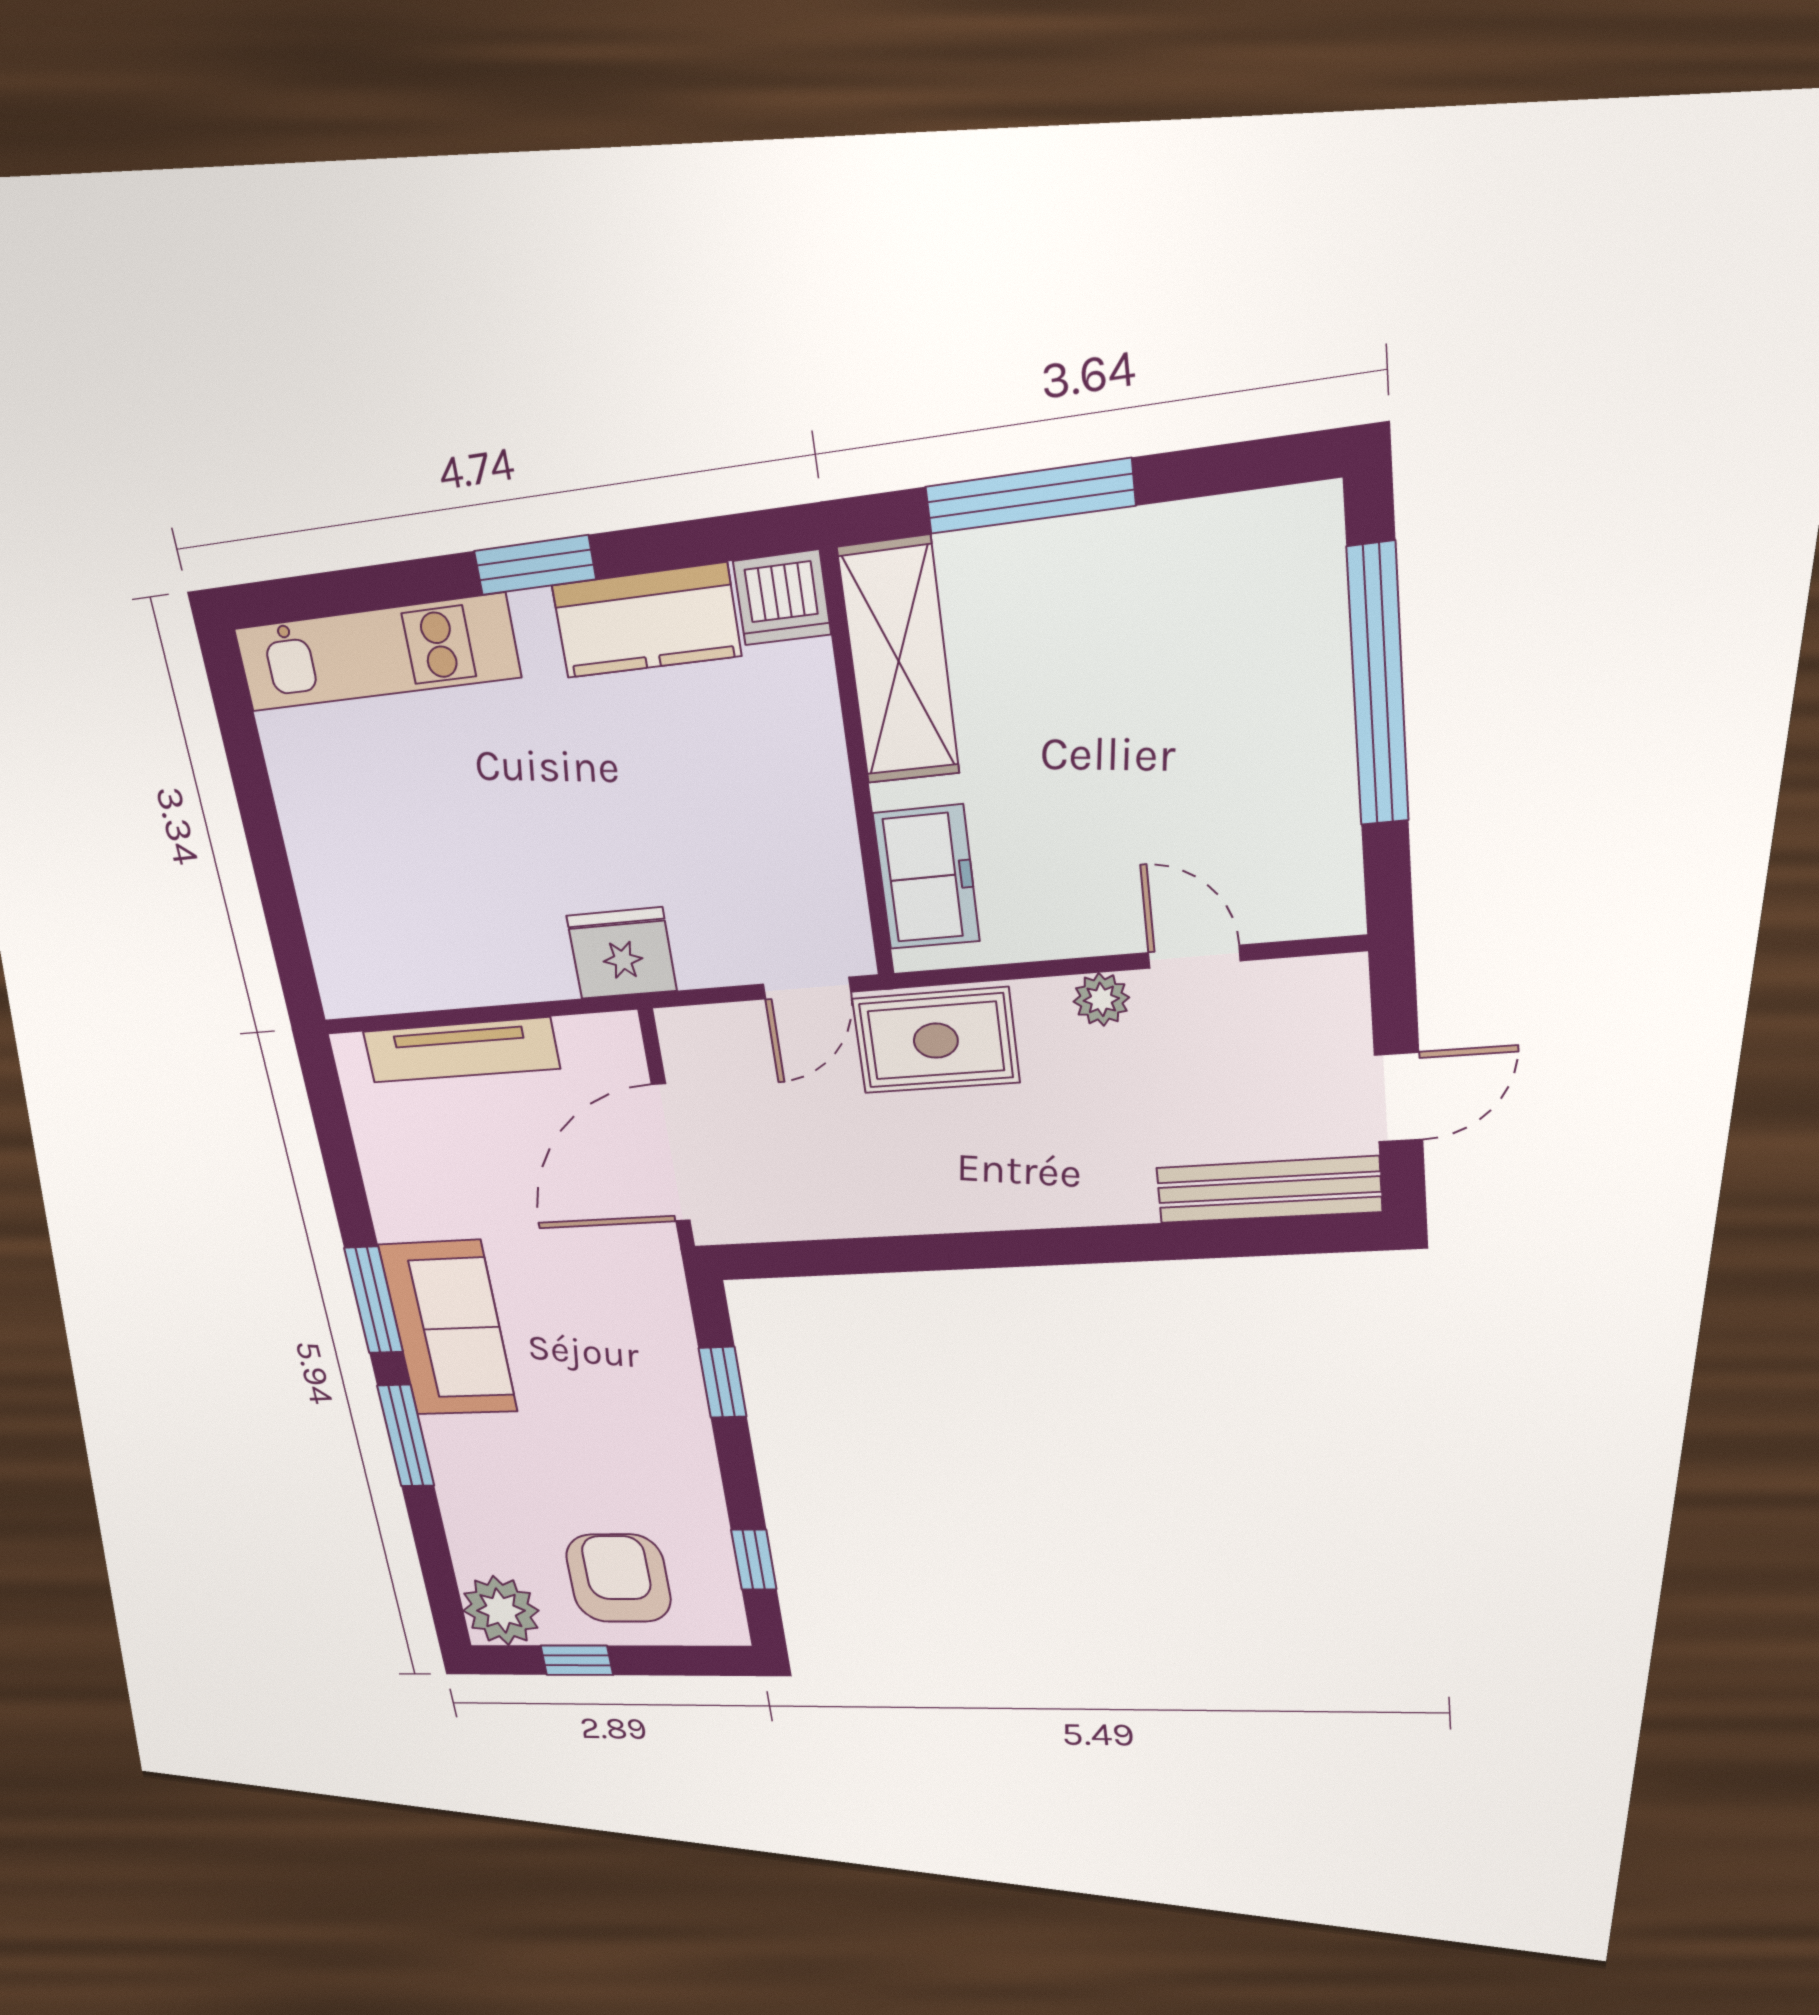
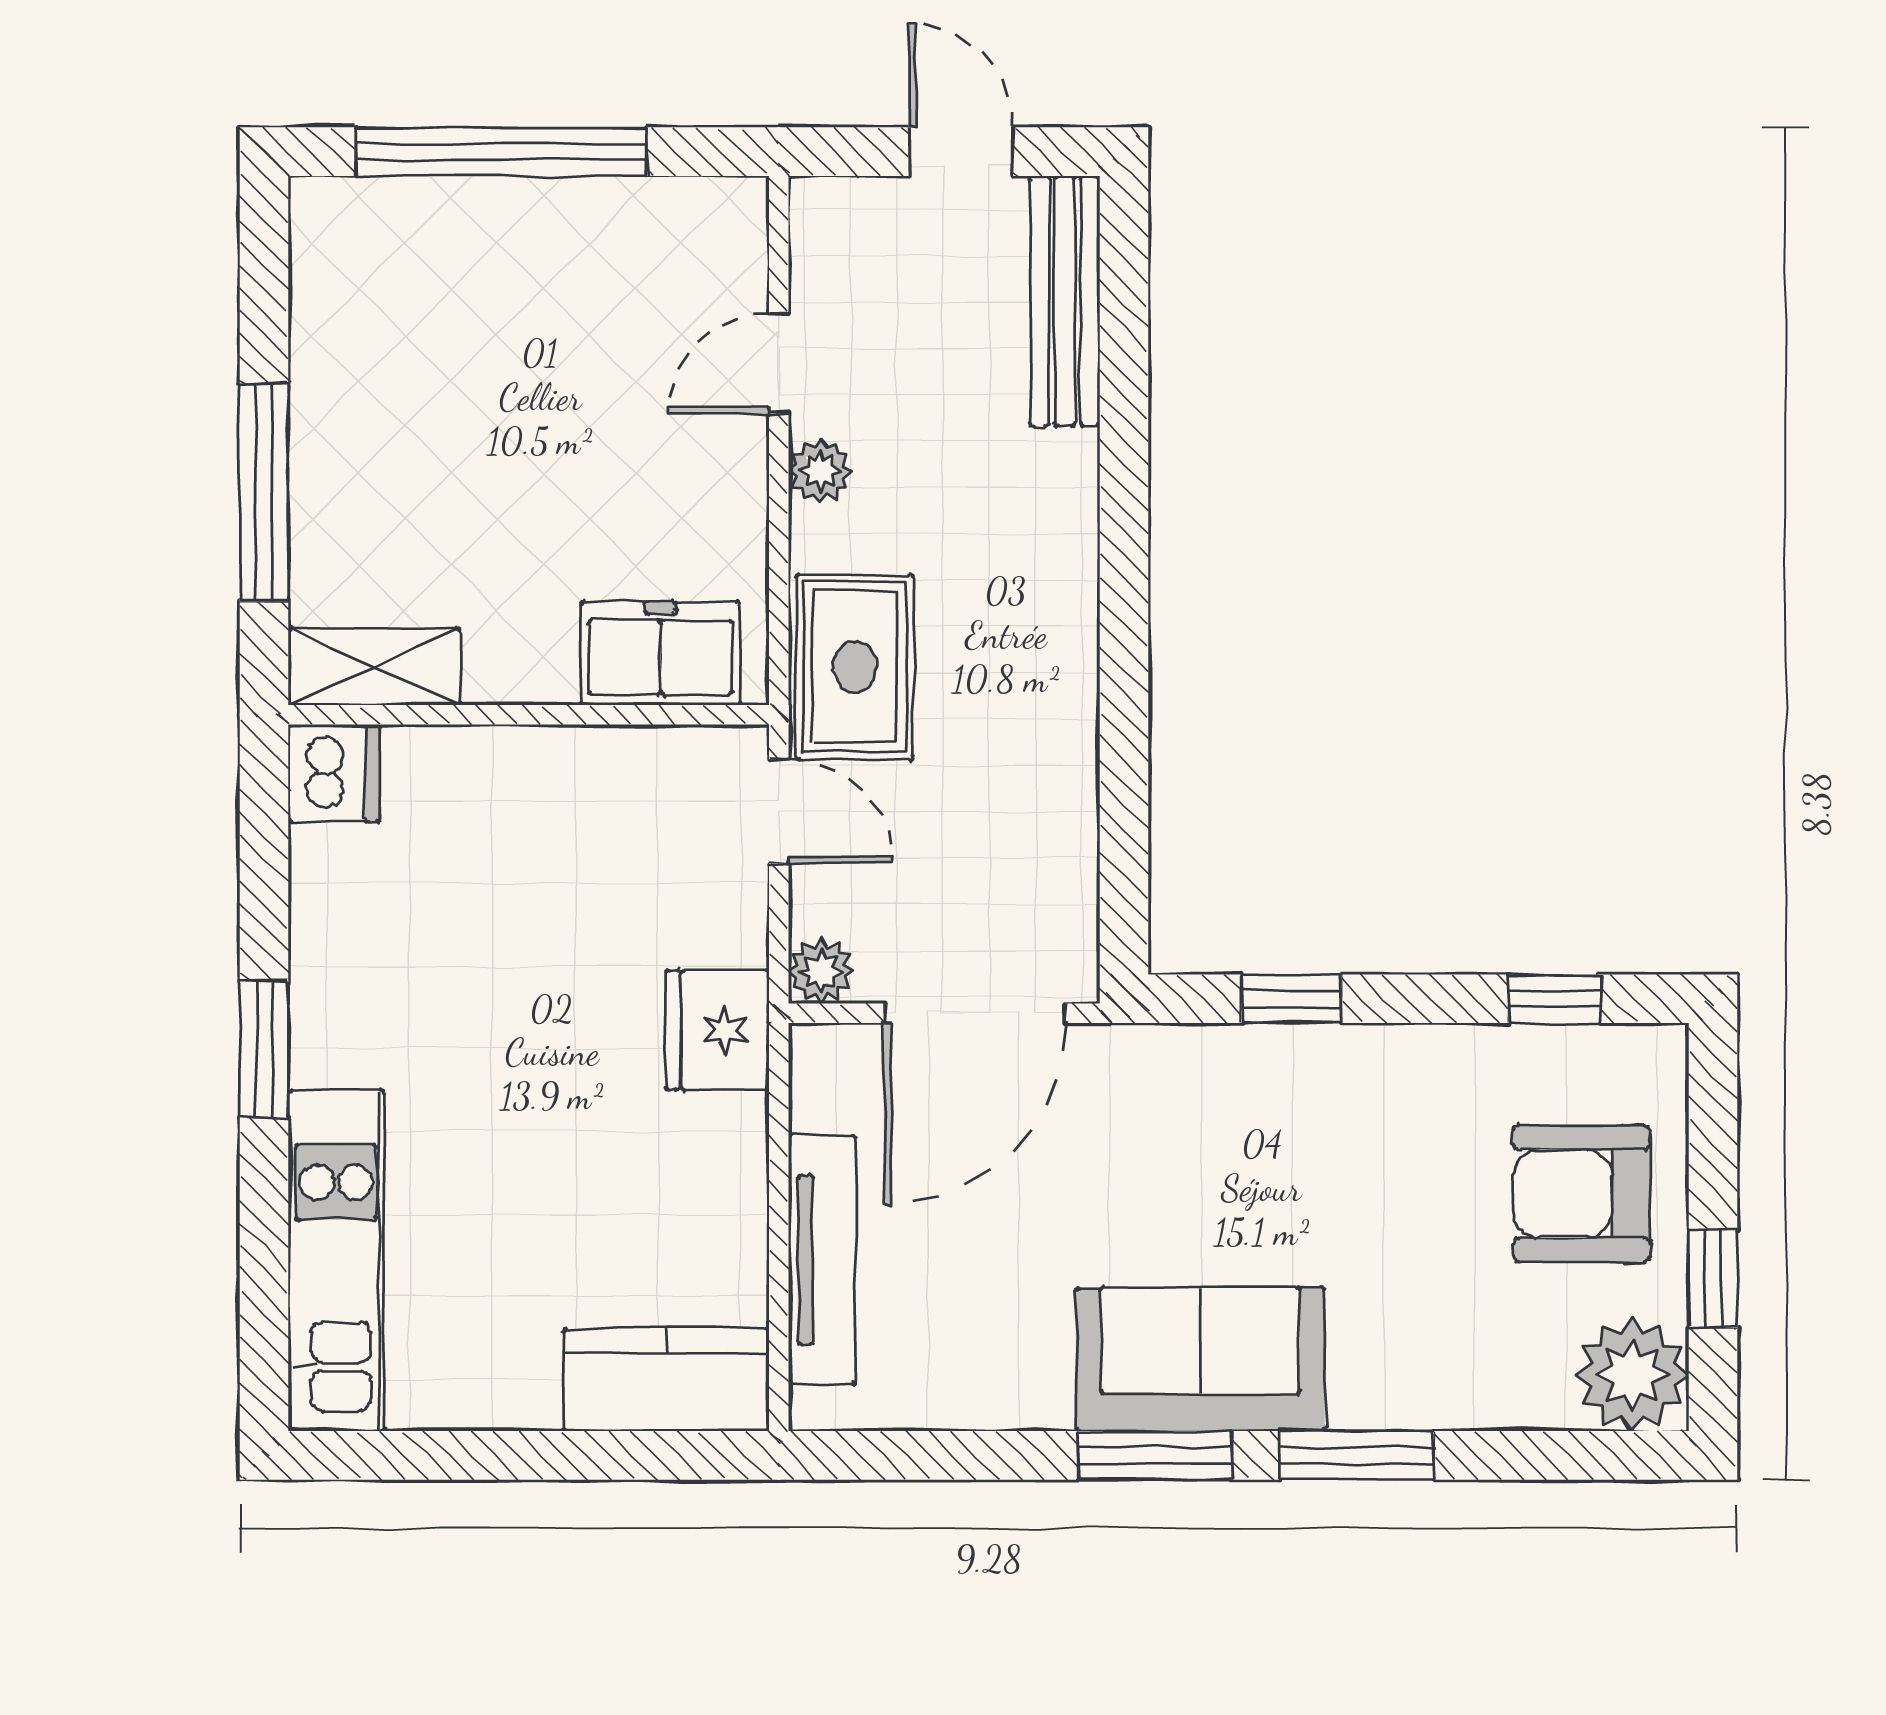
kitchen counter: (646, 621) -> (666, 1380), moved, turned -90
shelving: (899, 661) -> (374, 666), width x0.67, depth x0.75
plant: (683, 1032) -> (821, 971), added
door: (671, 1153) -> (975, 1013), hinge flipped

